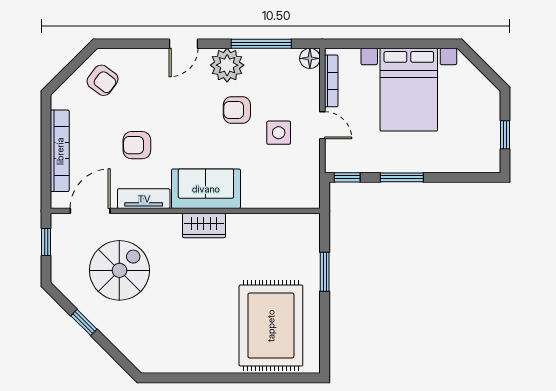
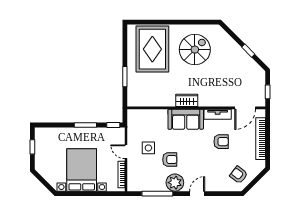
floor lamp: (310, 58) -> (132, 186), removed
spiral stairs: (119, 270) -> (195, 50), moved, turned 180

